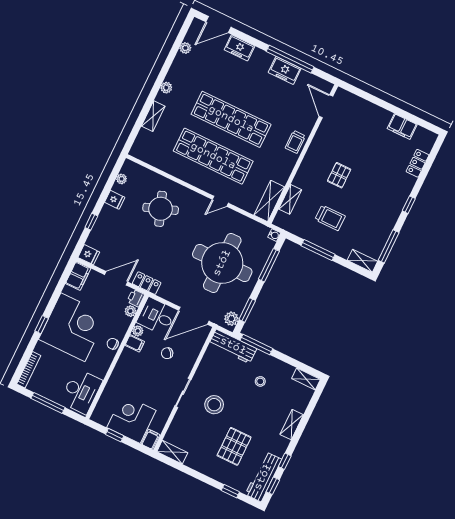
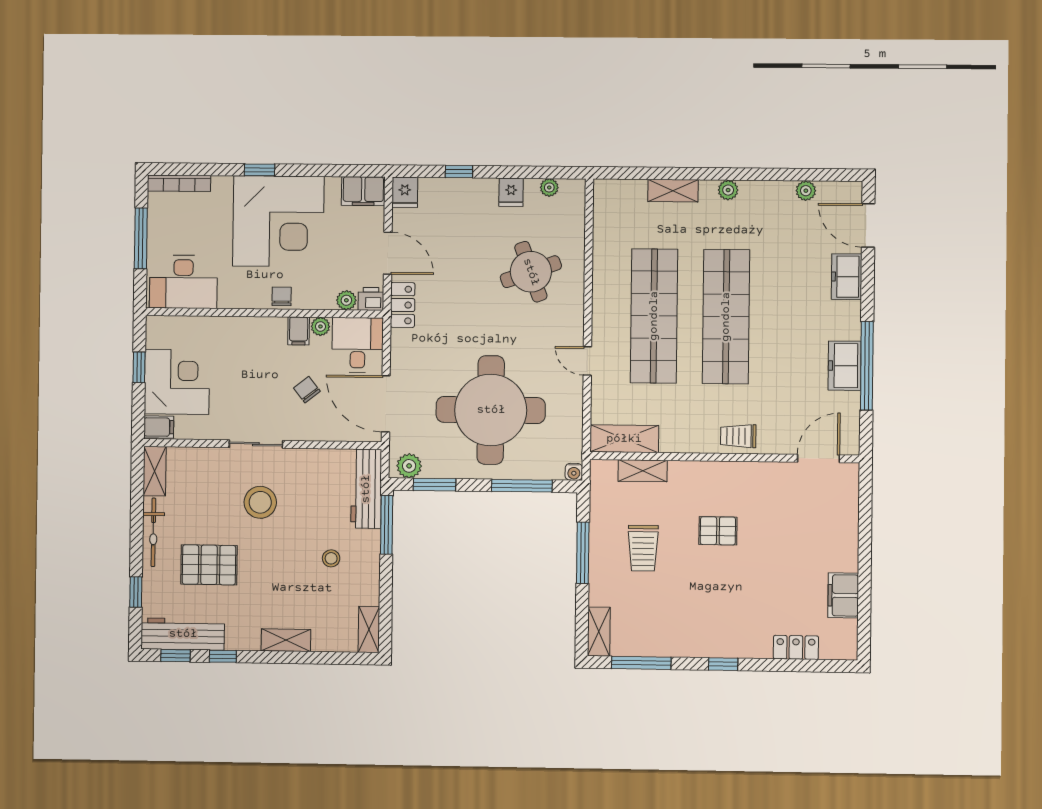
bicycle: (204, 468) -> (153, 532), added

